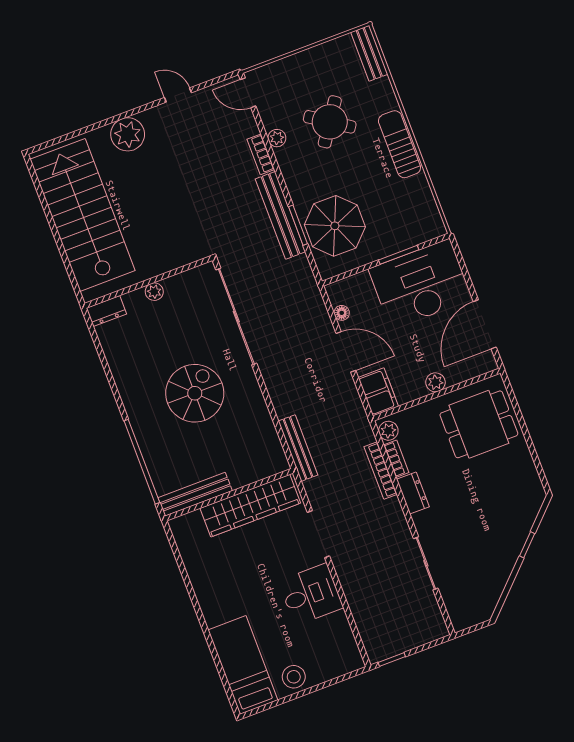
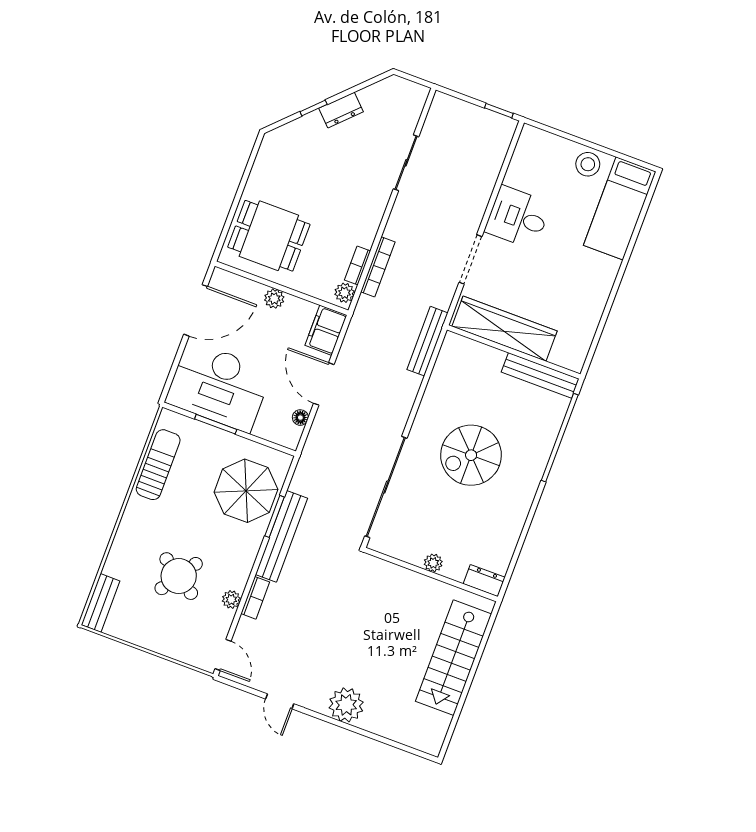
sun lounger: (400, 144) -> (158, 465), moved, turned 180
stairs: (83, 215) -> (454, 658), width x0.73, depth x0.66
dresser: (413, 493) -> (341, 110), moved, turned -135

